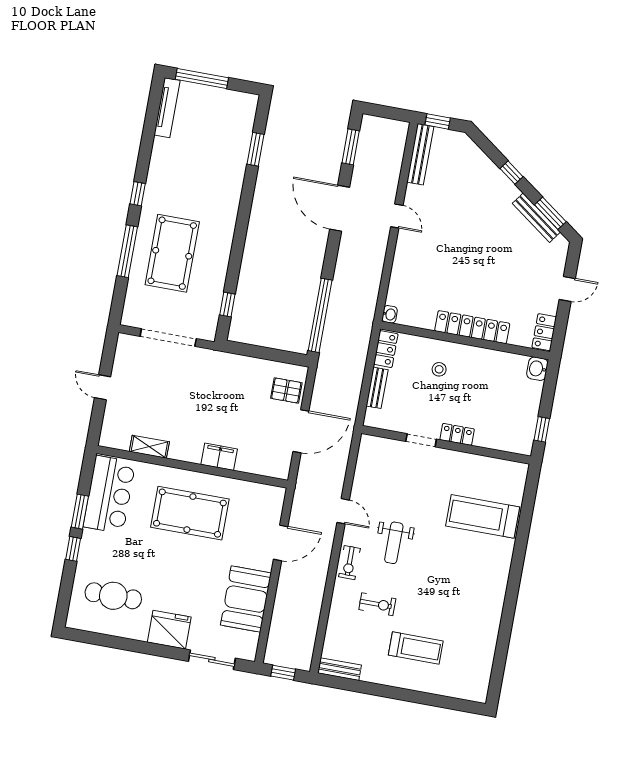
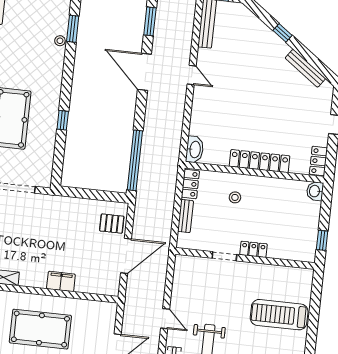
stool: (239, 163) -> (60, 41), added
window: (550, 213) -> (316, 64), removed
window: (227, 305) -> (63, 120), moved
washbasin: (390, 314) -> (195, 149), width x1.91, depth x1.45

